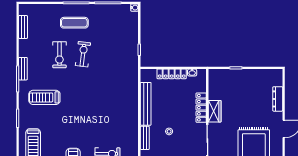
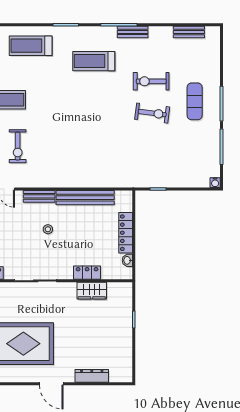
treadmill: (44, 97) -> (94, 61), turned -90
locker: (201, 108) -> (87, 273), width x0.66
wardrobe: (215, 111) -> (92, 291), moved

